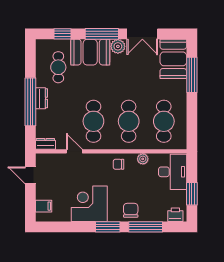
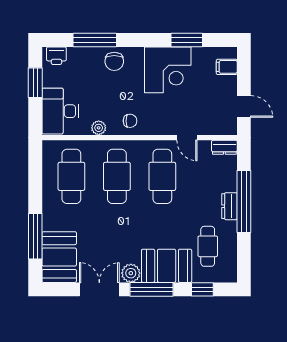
window: (108, 227) -> (187, 40), moved

